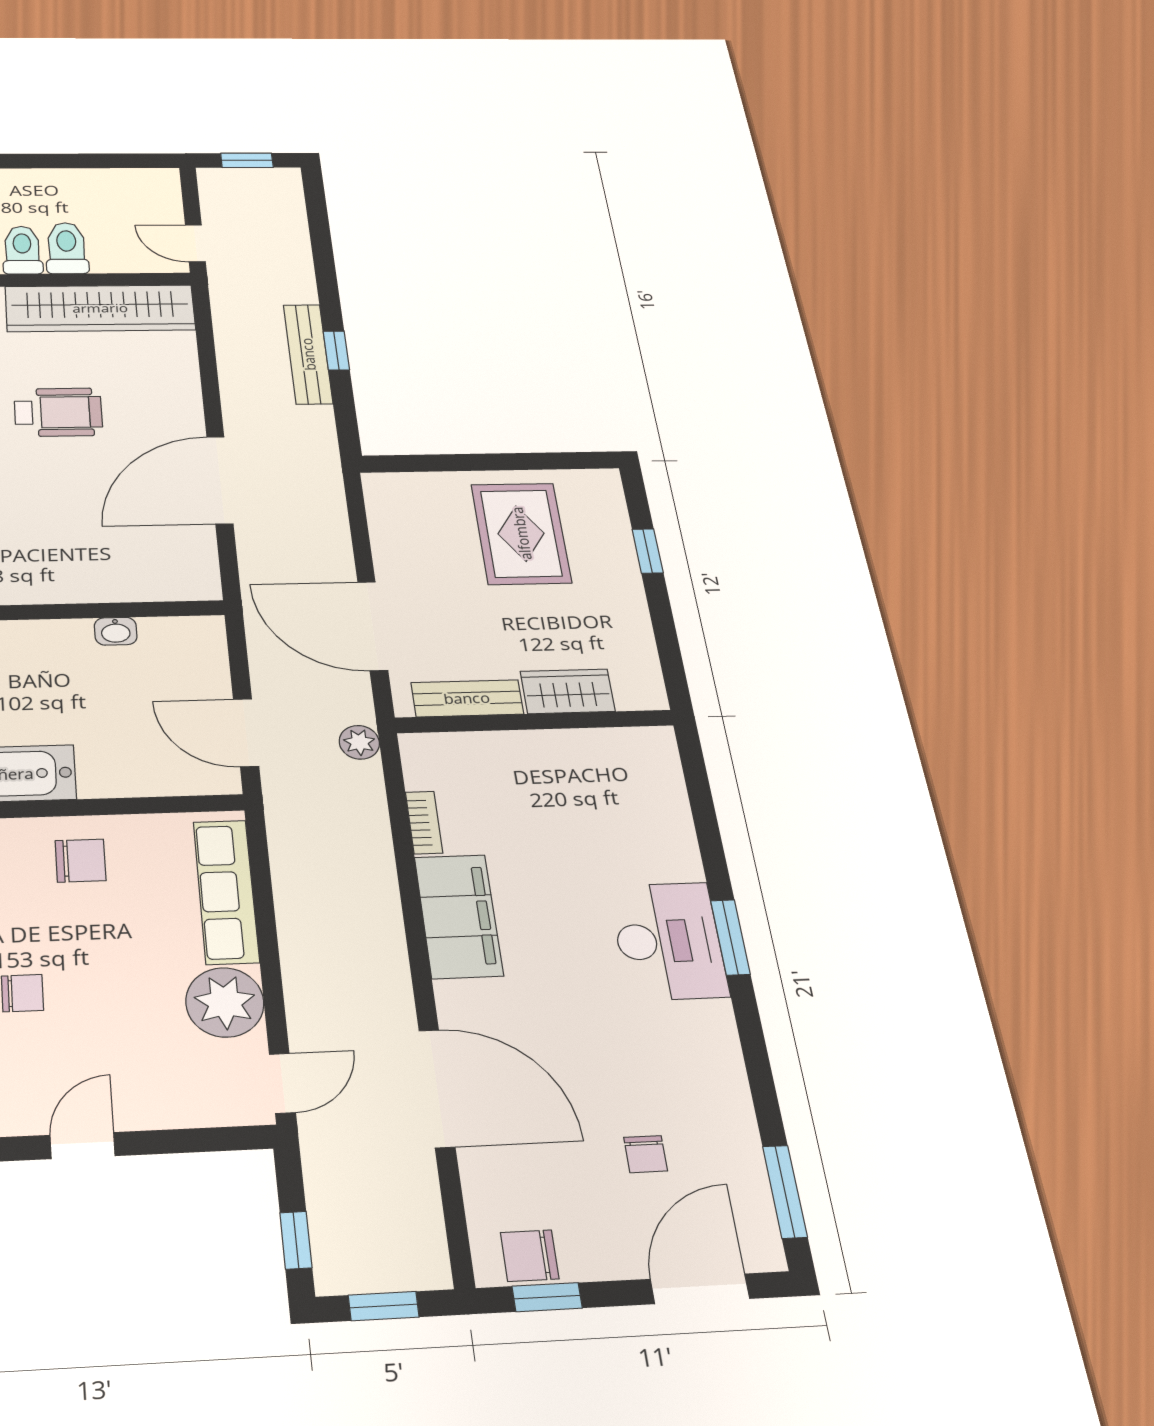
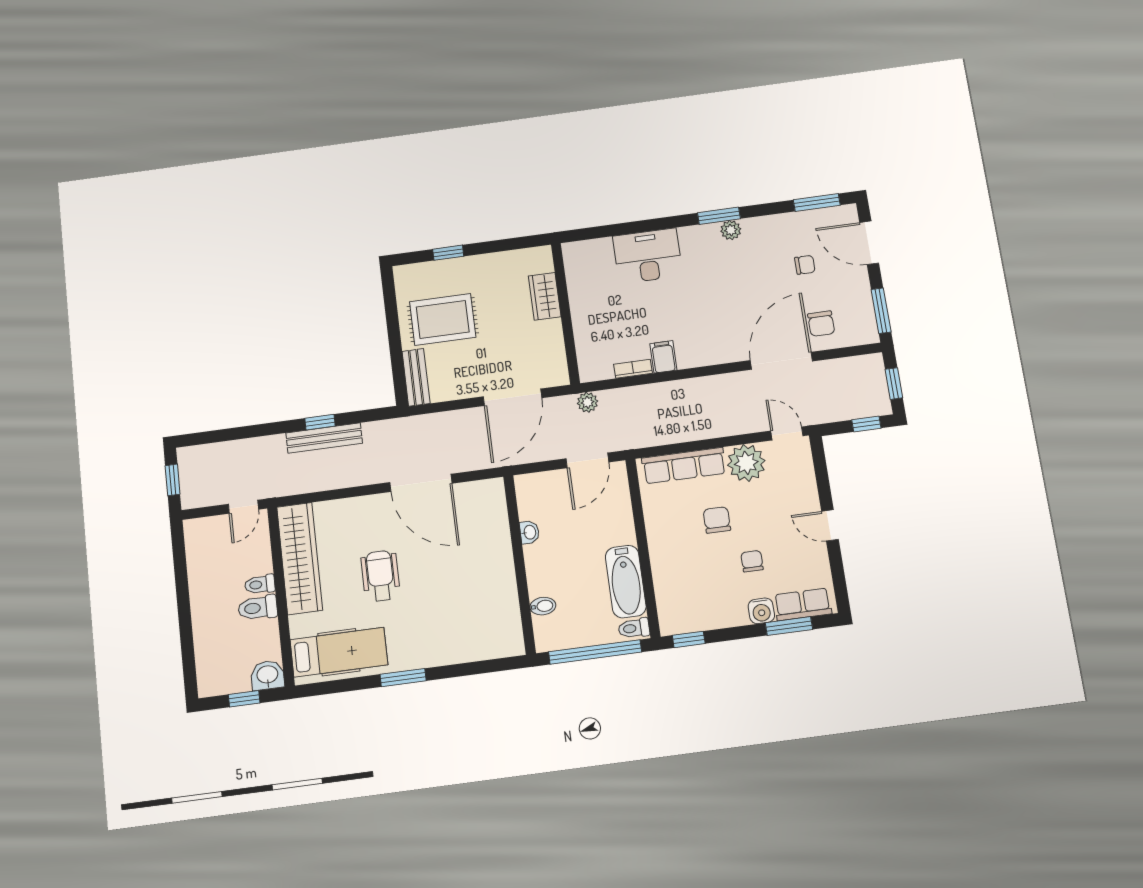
toilet: (67, 248) -> (260, 584), width x0.73, depth x0.72
bench: (467, 698) -> (416, 377), moved
chair: (80, 861) -> (717, 520), moved
filing cabinet: (459, 916) -> (663, 357), width x0.33, depth x0.86
window: (730, 937) -> (719, 216), moved
desk: (668, 941) -> (648, 256), moved
plant: (715, 1021) -> (731, 230), added
chair: (530, 1256) -> (821, 324), moved
window: (547, 1297) -> (881, 311), width x1.50

